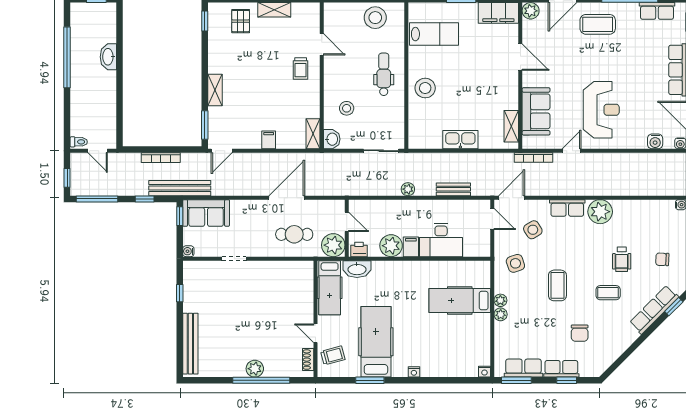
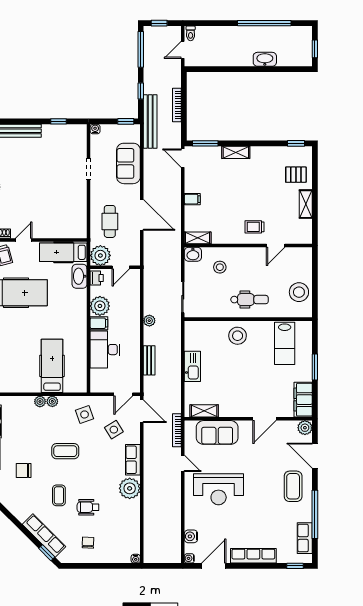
sofa: (206, 213) -> (128, 163), moved

